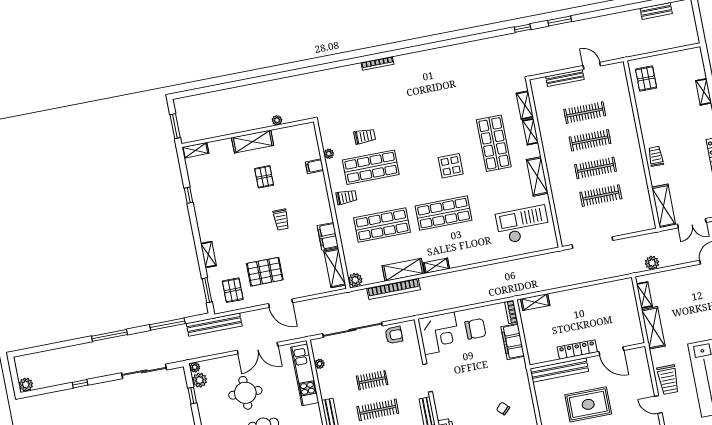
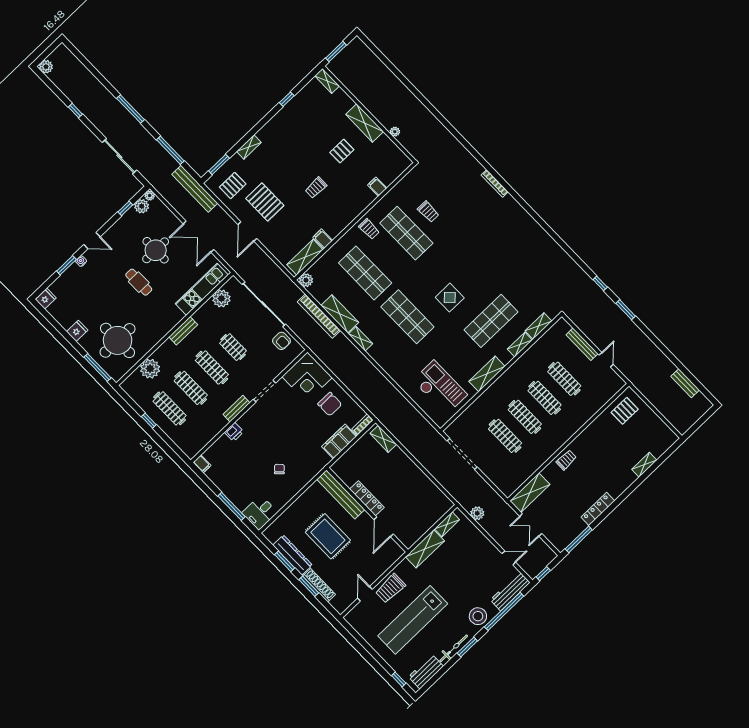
plant: (329, 154) -> (395, 192), removed
filing cabinet: (328, 236) -> (323, 239), width x0.50
plant: (319, 364) -> (221, 298), width x1.88, depth x1.88

